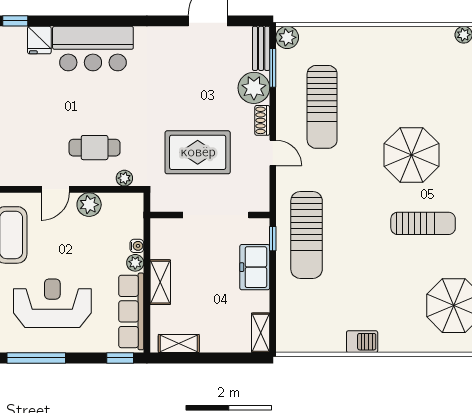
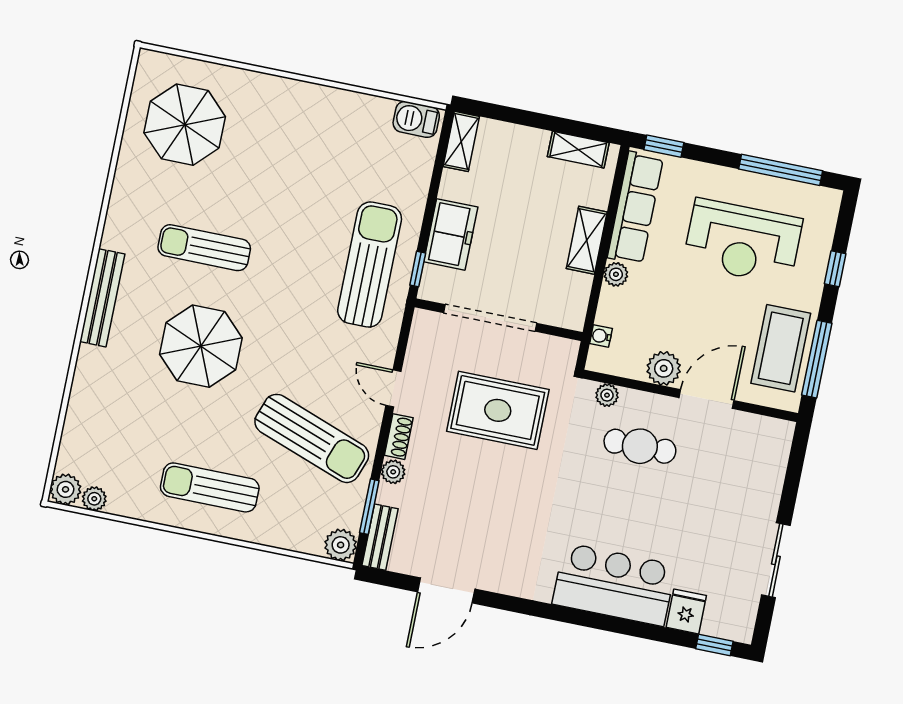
sun lounger: (386, 59) -> (210, 487), added
plant: (254, 88) -> (393, 472), width x0.53, depth x0.53
sun lounger: (322, 107) -> (312, 438), turned 110
door: (55, 189) -> (707, 399), width x1.38
water cooler: (137, 246) -> (601, 336), moved
barbecue: (362, 342) -> (416, 119), moved

